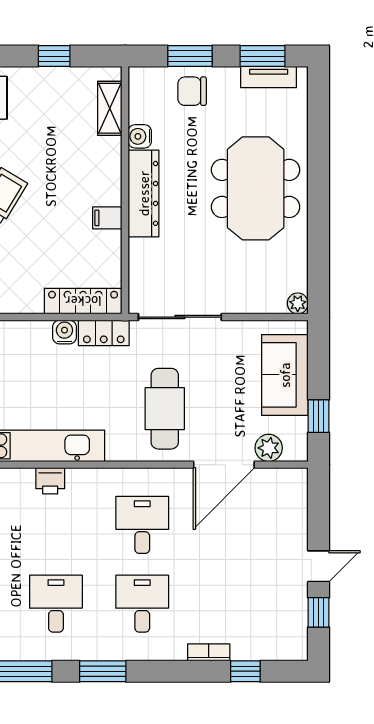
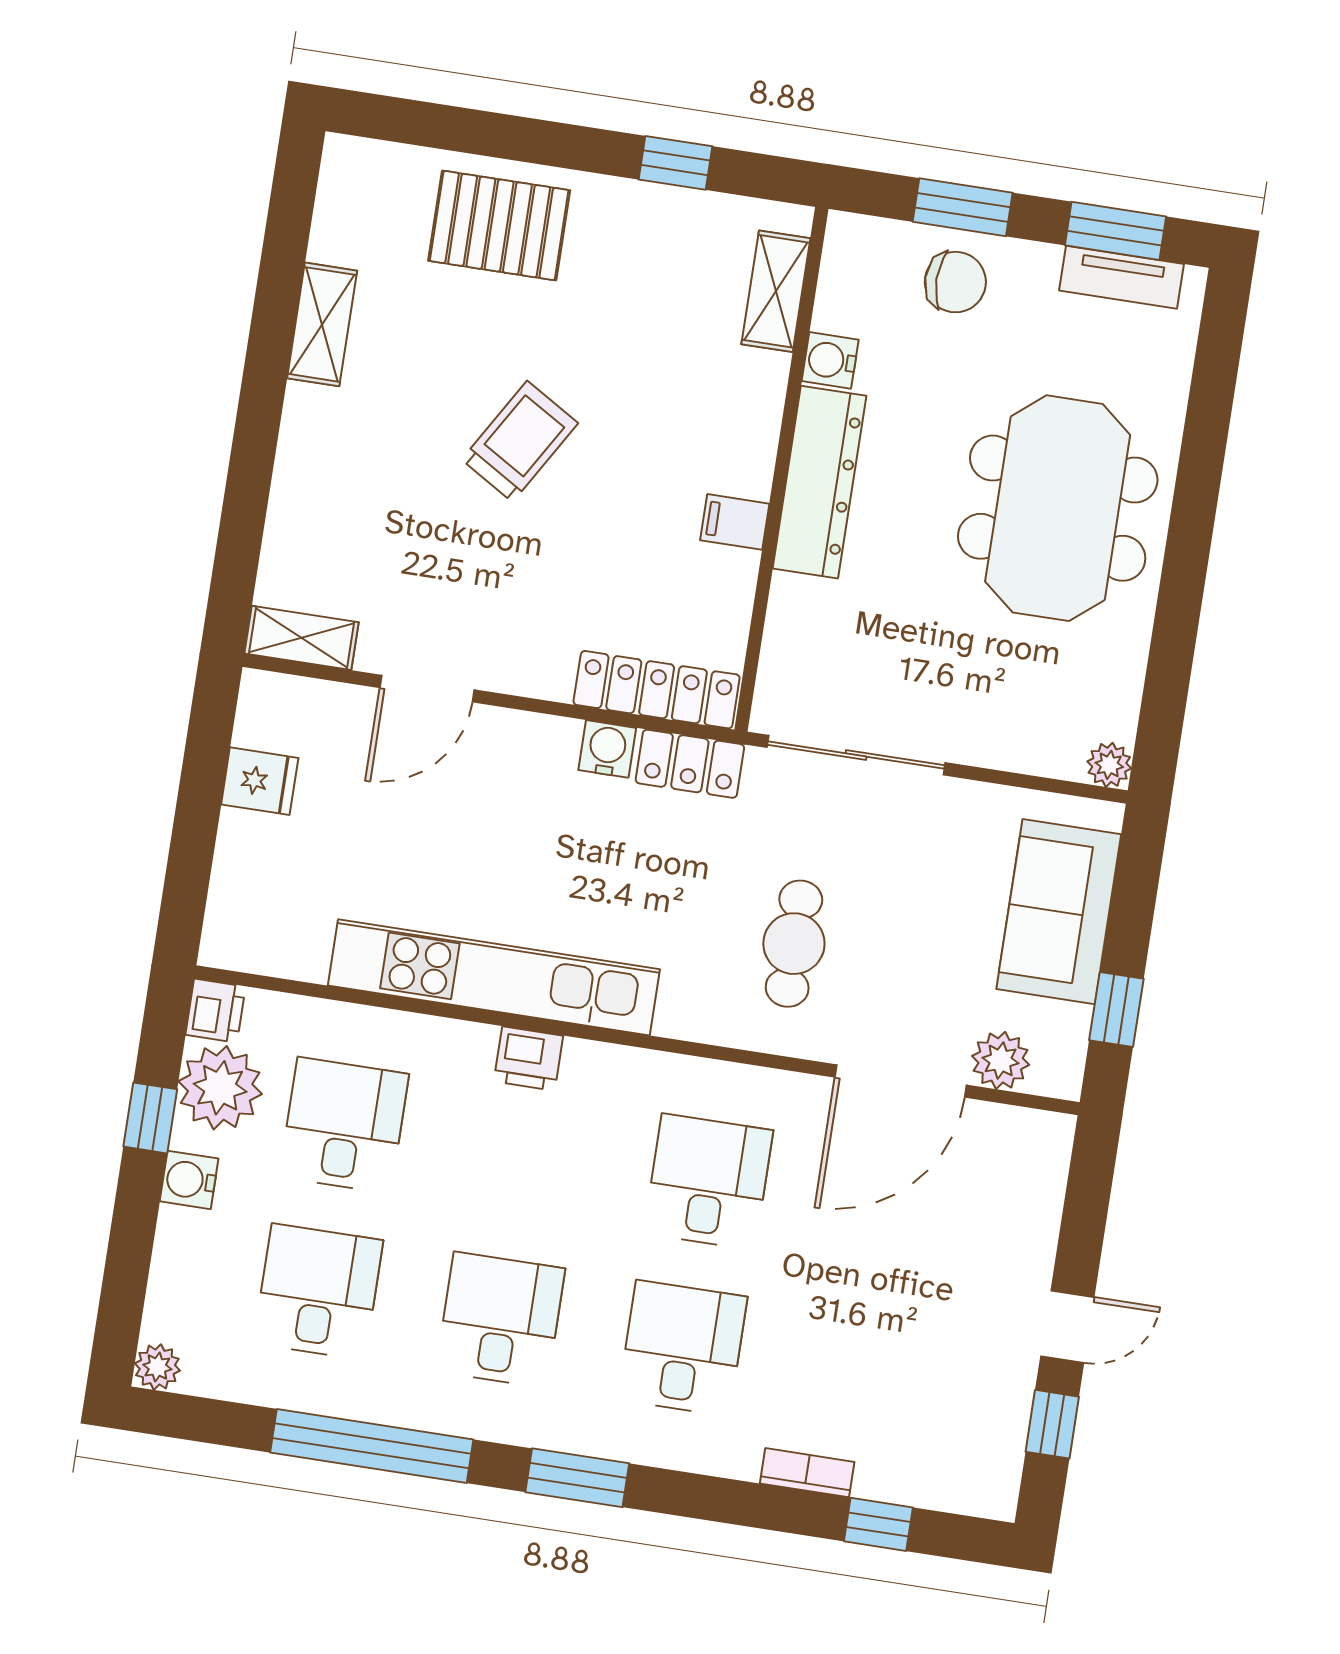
chair: (192, 91) -> (955, 282), turned 180
cafe table: (165, 409) -> (794, 944), width x0.73, depth x0.74

